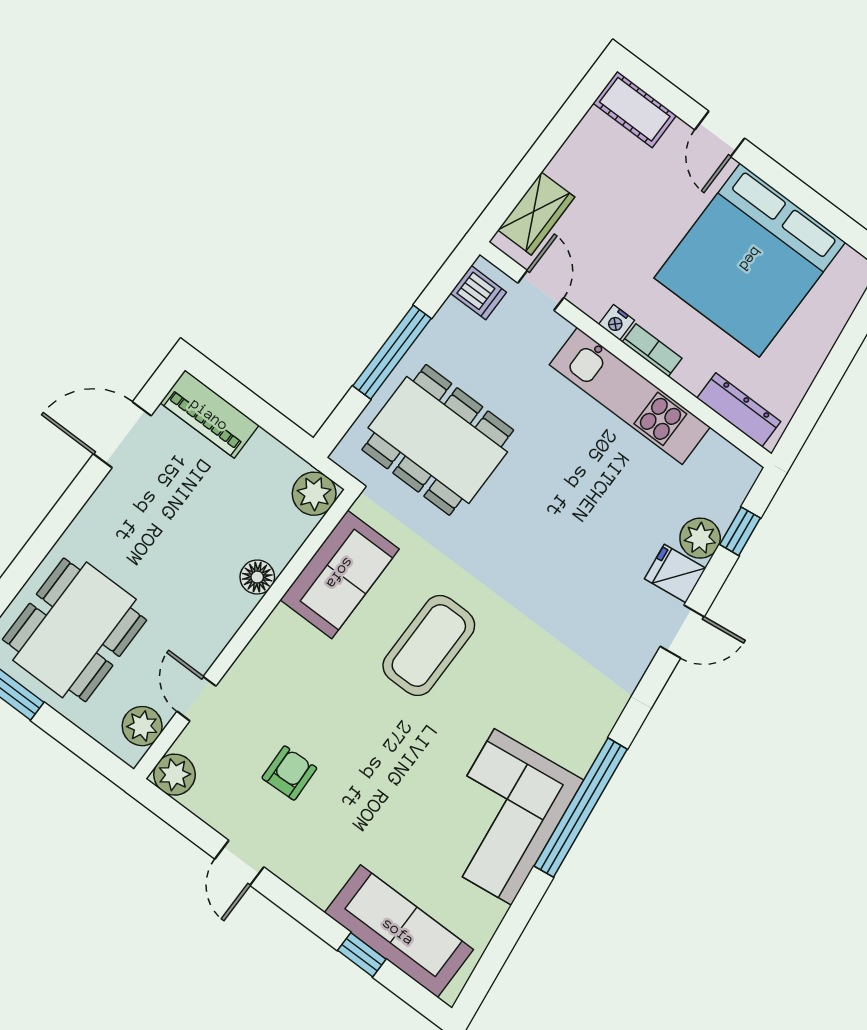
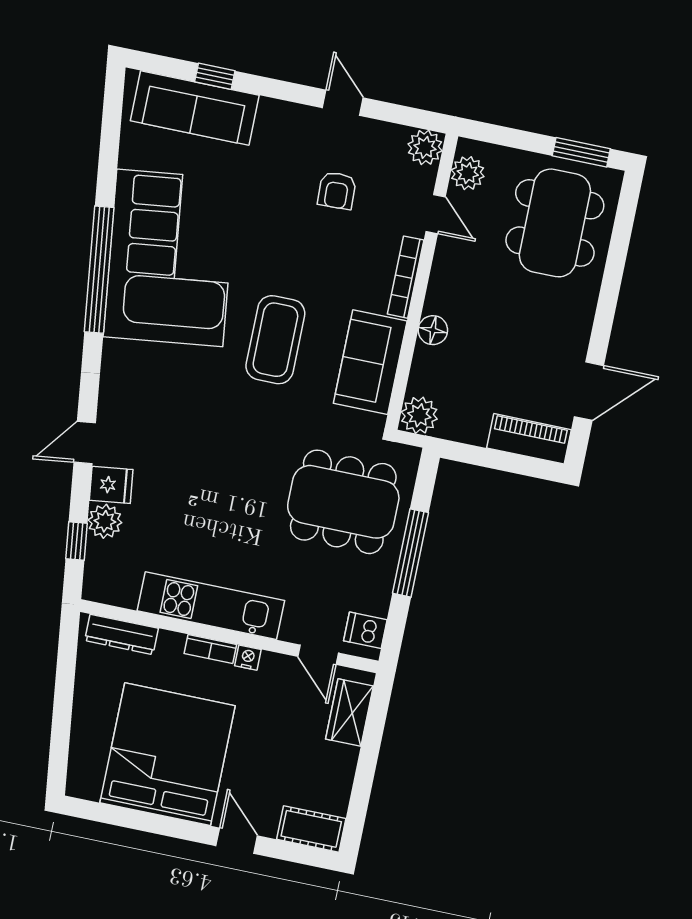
bookcase: (260, 647) -> (406, 277), added
corner sofa: (503, 817) -> (170, 258), width x1.36, depth x1.36

